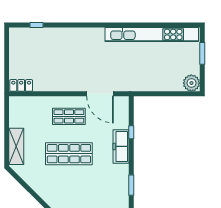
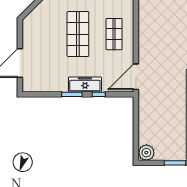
door: (100, 94) -> (136, 77), moved
window: (131, 185) -> (72, 94), moved

